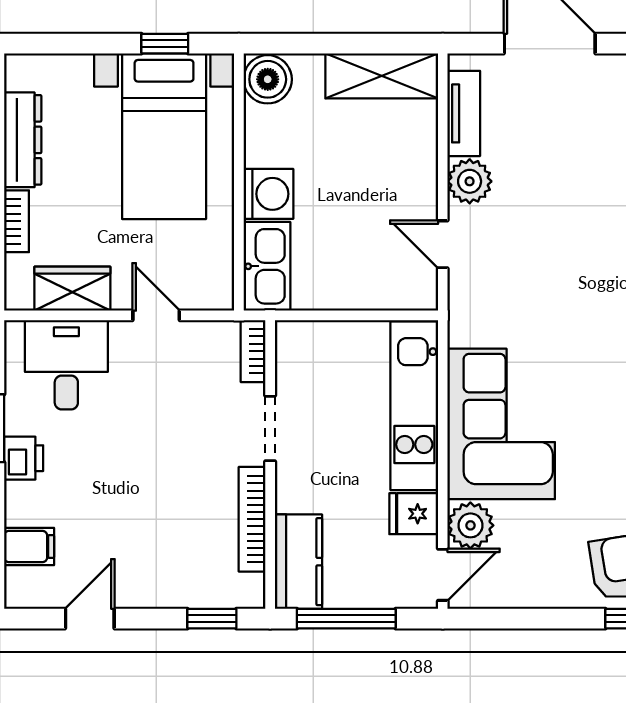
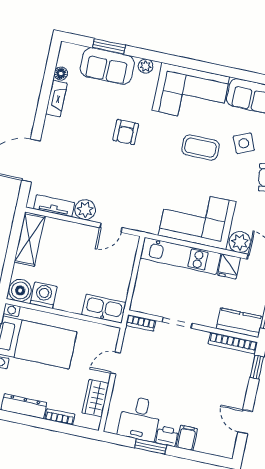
washing machine: (268, 194) -> (44, 295), moved
desk: (66, 365) -> (140, 419), moved, turned -90
bookcase: (252, 519) -> (233, 343), moved
filing cabinet: (29, 547) -> (187, 438), moved

